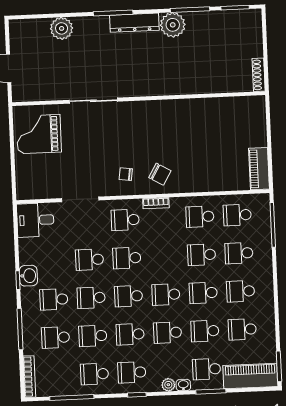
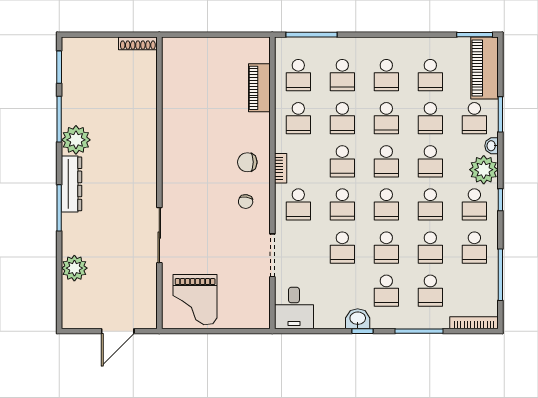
piano: (259, 169) -> (259, 88), moved, turned 90
chair: (160, 174) -> (247, 162), turned -120
school desk: (164, 256) -> (342, 161), added
plant: (168, 385) -> (484, 170), width x1.87, depth x1.87

